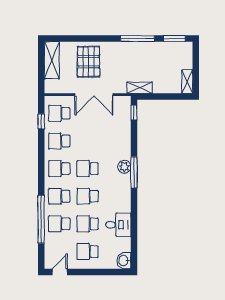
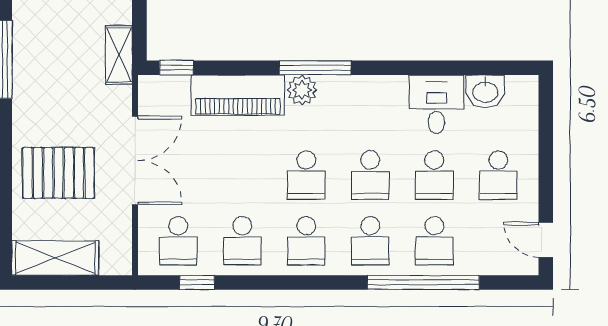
piano: (122, 139) -> (238, 95), added
washbasin: (124, 261) -> (485, 91), moved

